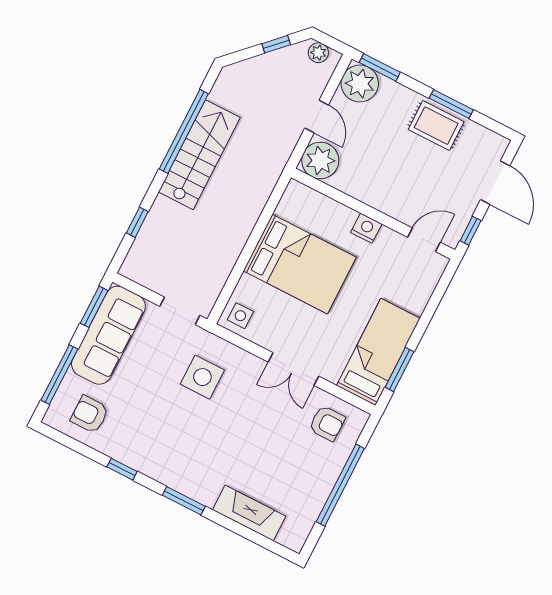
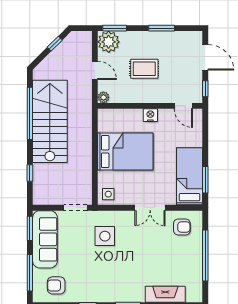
plant: (318, 53) -> (79, 37), removed
rug: (436, 126) -> (144, 69), moved
stairs: (199, 155) -> (50, 121), width x1.36, depth x1.51
plant: (320, 161) -> (103, 97), width x0.53, depth x0.53
door: (424, 240) -> (183, 106), swing flipped

